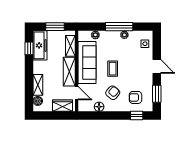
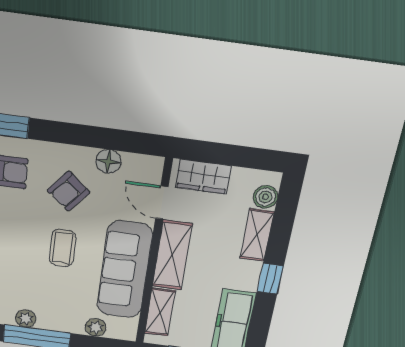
window: (29, 48) -> (270, 279), moved

